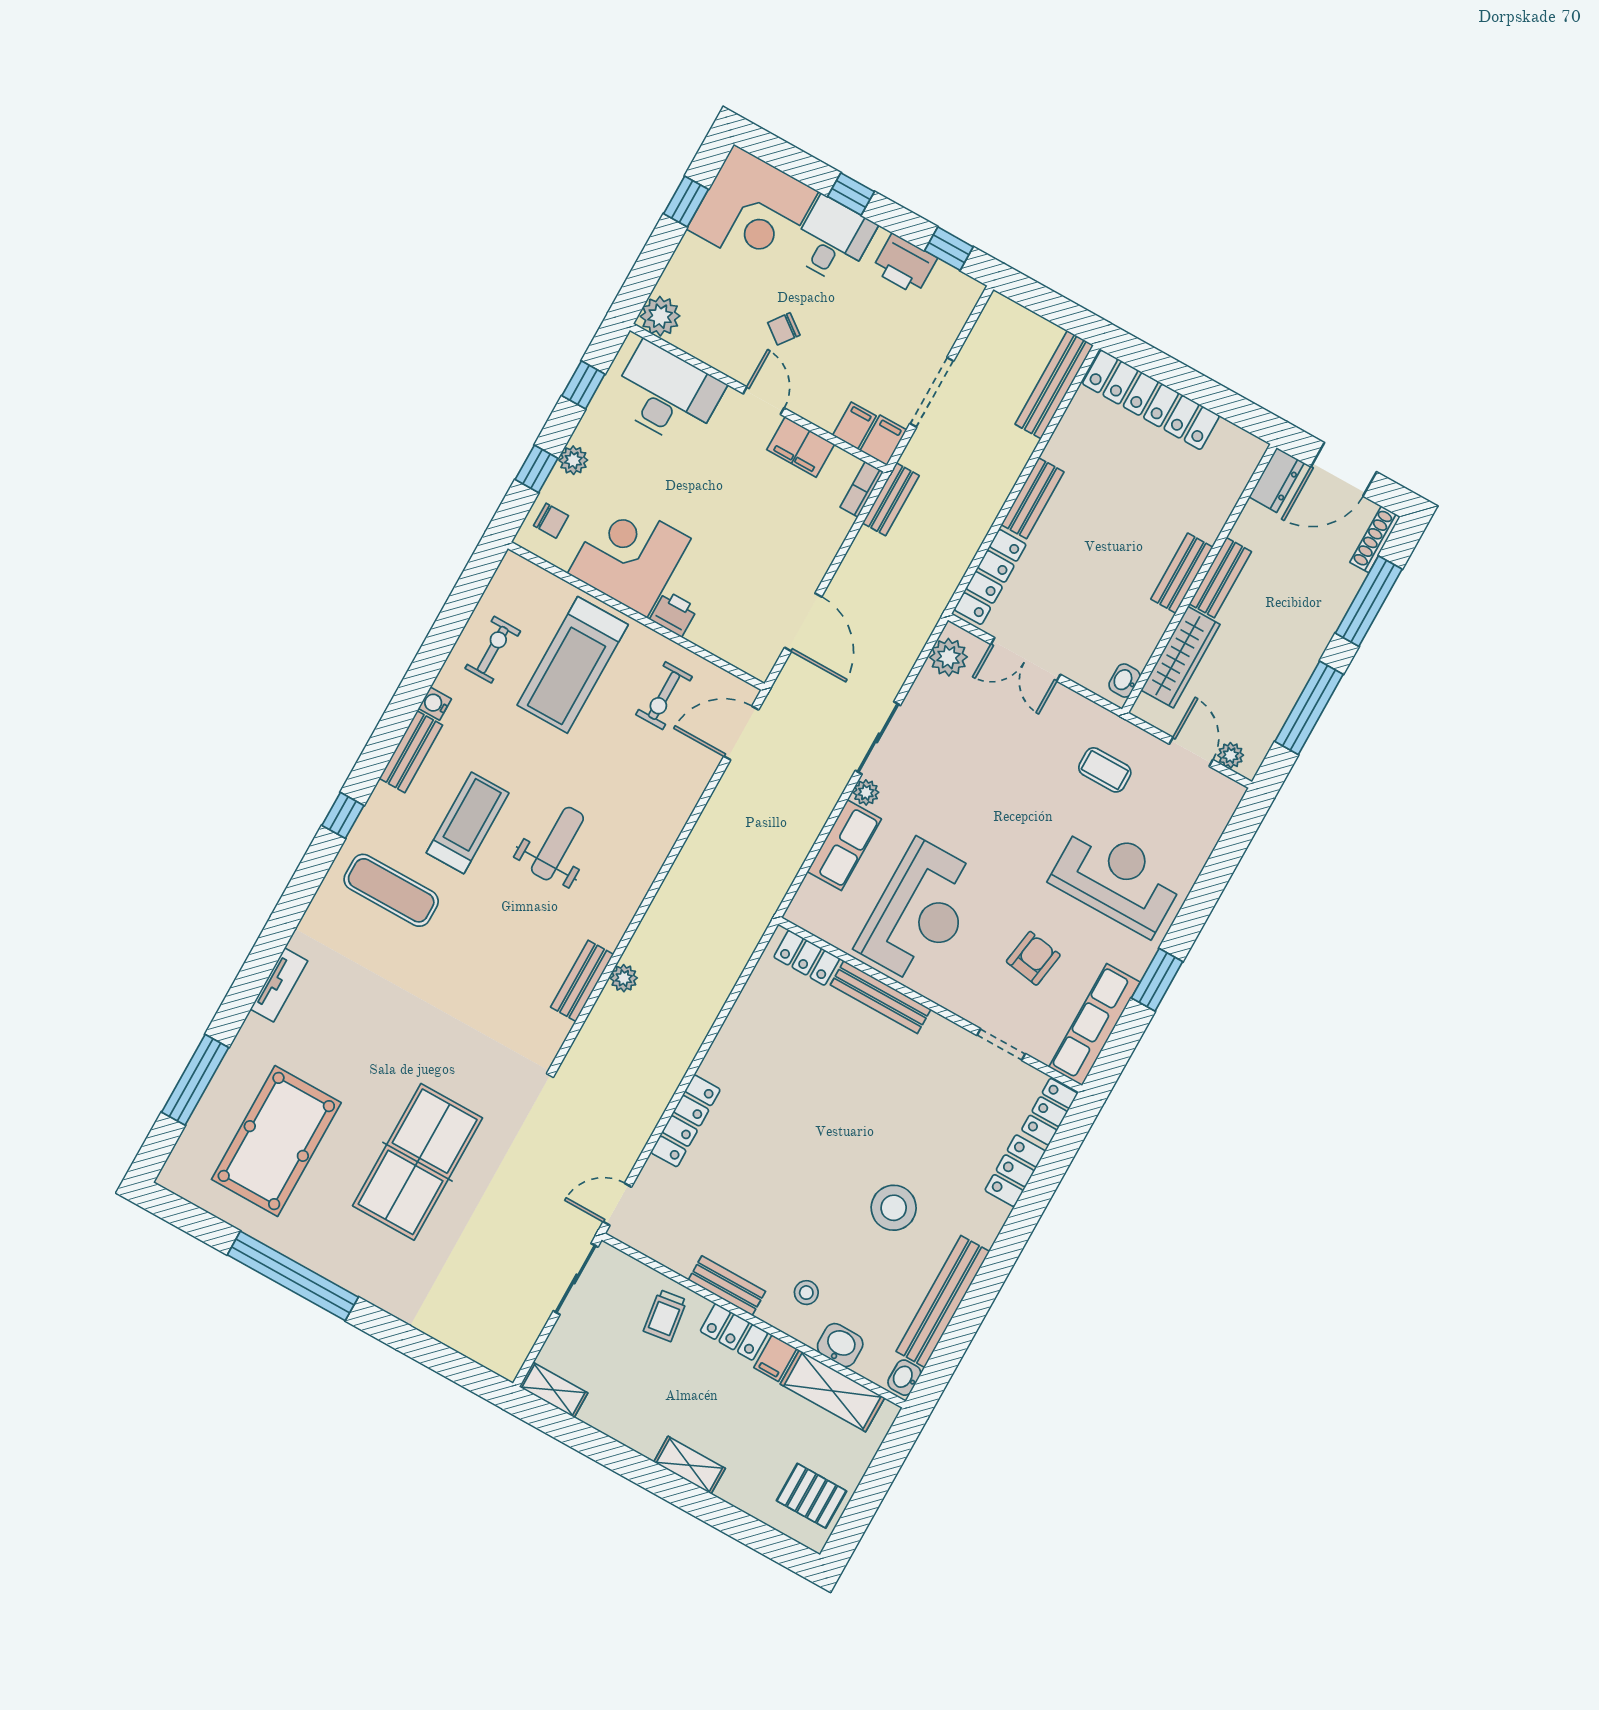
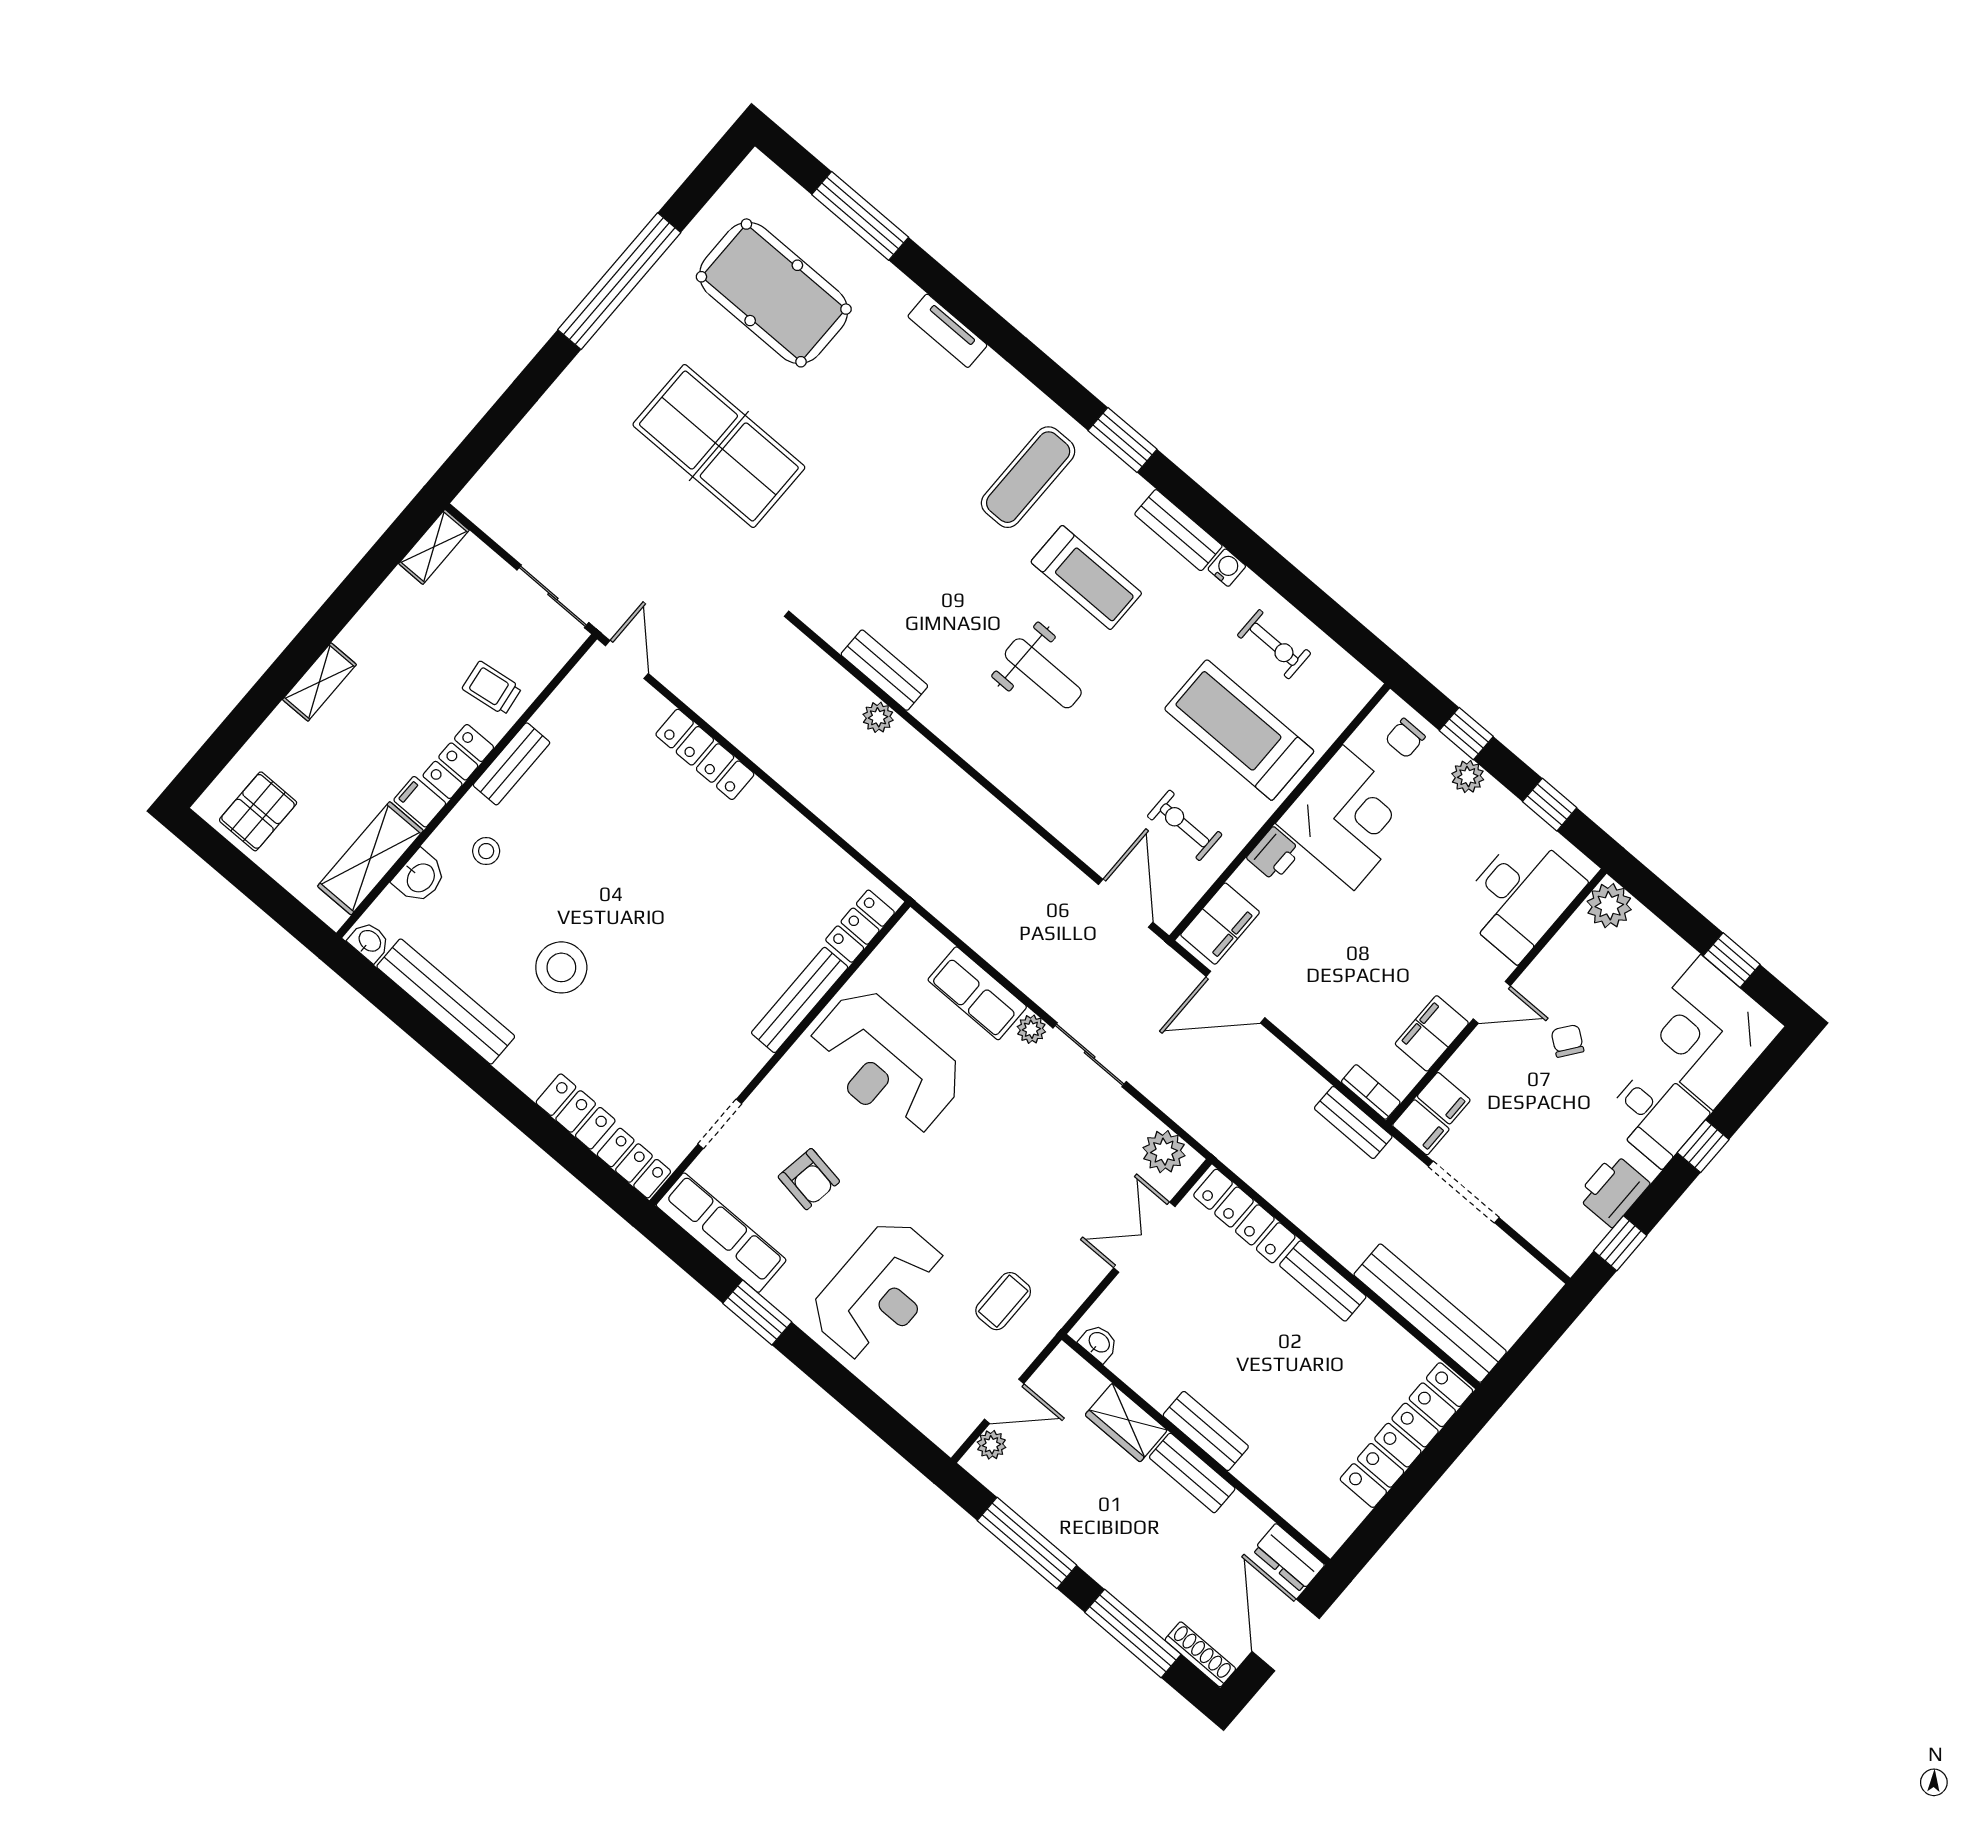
bench: (1054, 385) -> (1430, 1313), width x1.37, depth x1.21
filing cabinet: (743, 648) -> (1220, 924), added
wardrobe: (1181, 657) -> (1126, 1423), width x0.67
window: (343, 815) -> (1123, 440), width x1.50

